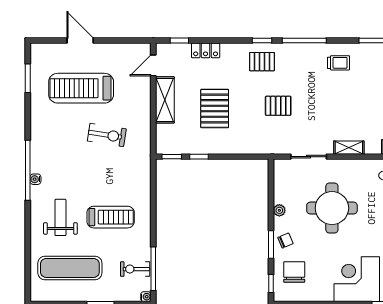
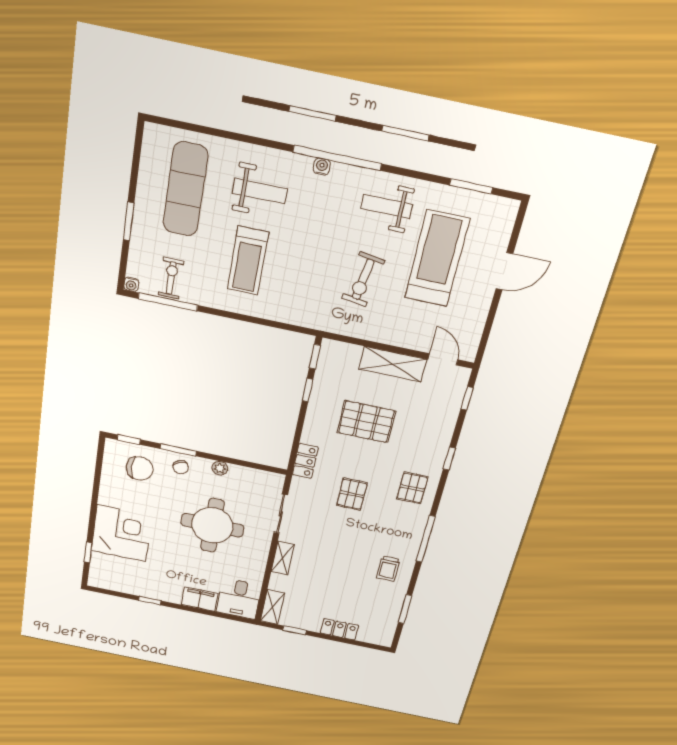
window: (262, 41) -> (449, 459), moved
locker: (206, 50) -> (305, 461), moved, turned 180
weight bench: (53, 130) -> (387, 206), added

